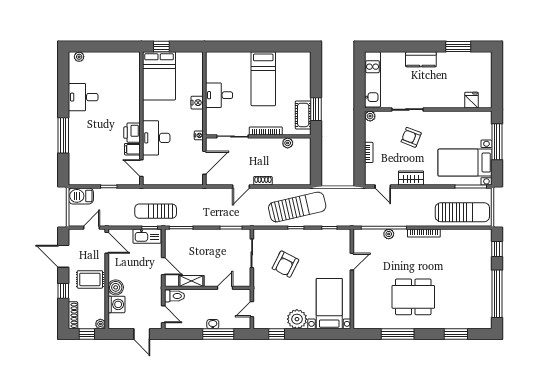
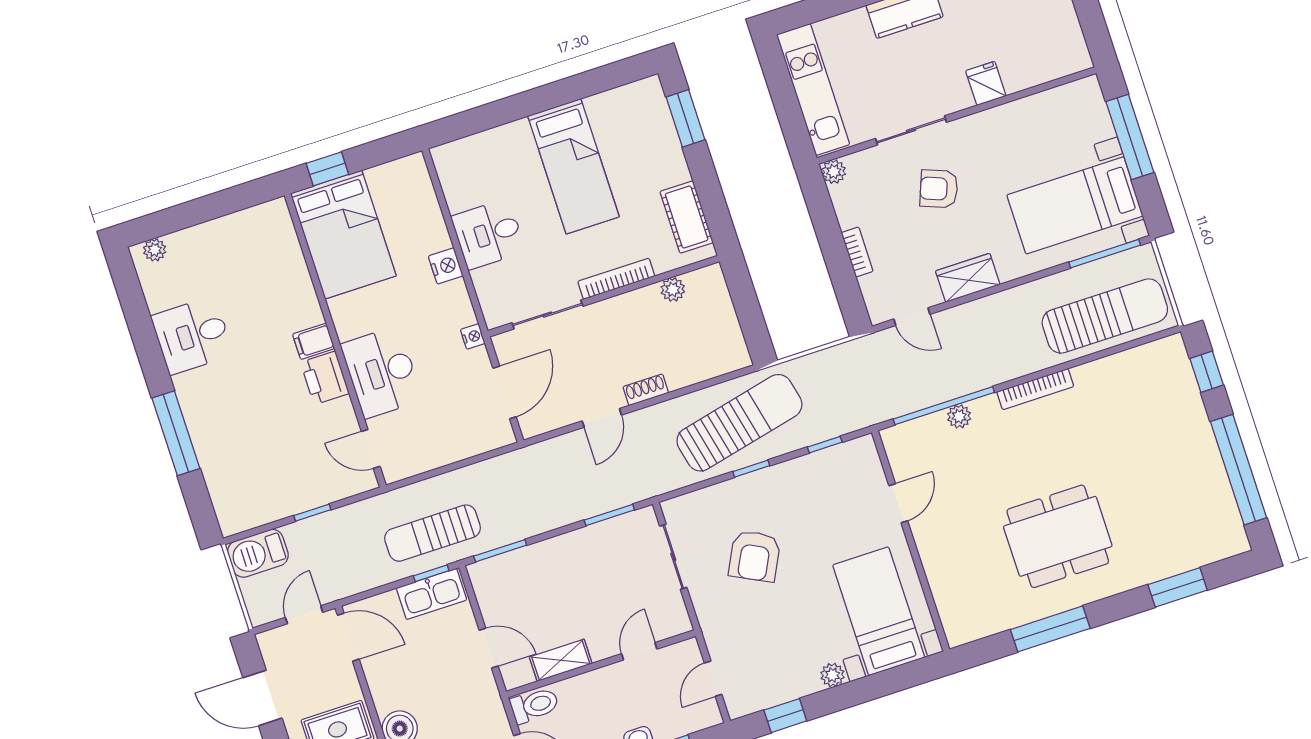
fridge: (472, 100) -> (986, 83), moved
window: (316, 109) -> (685, 118), moved
filing cabinet: (132, 149) -> (314, 341), moved
plant: (297, 319) -> (832, 675), width x0.53, depth x0.53

